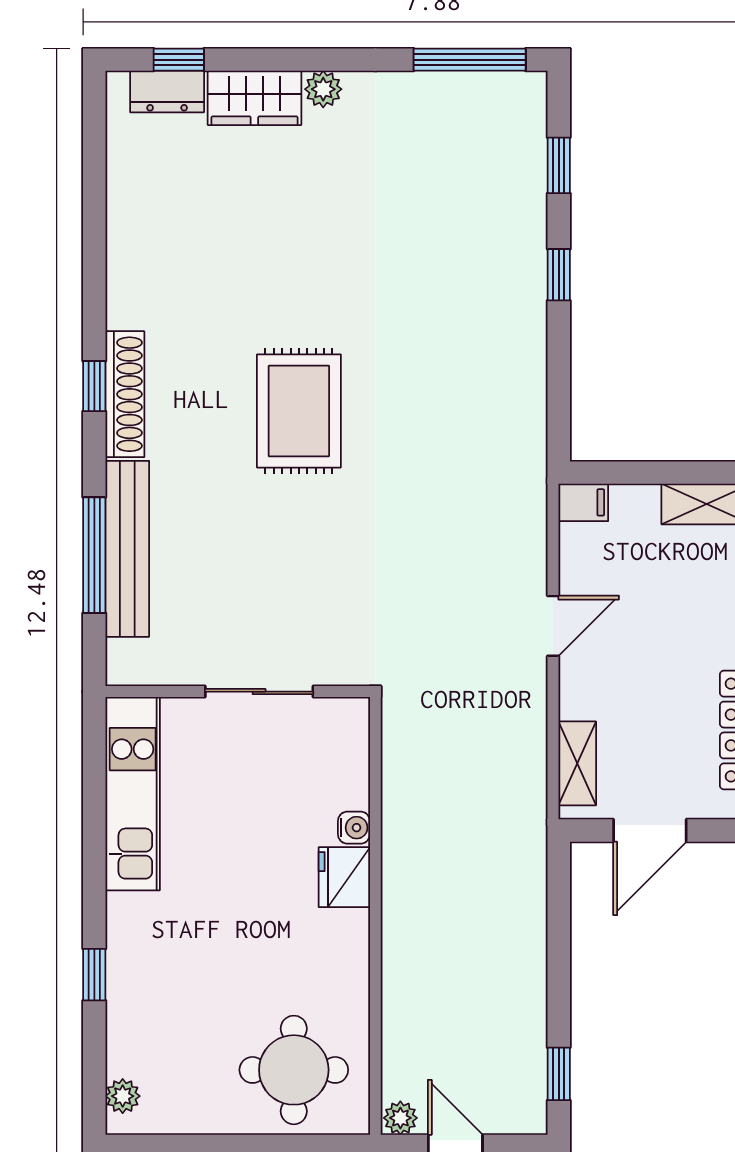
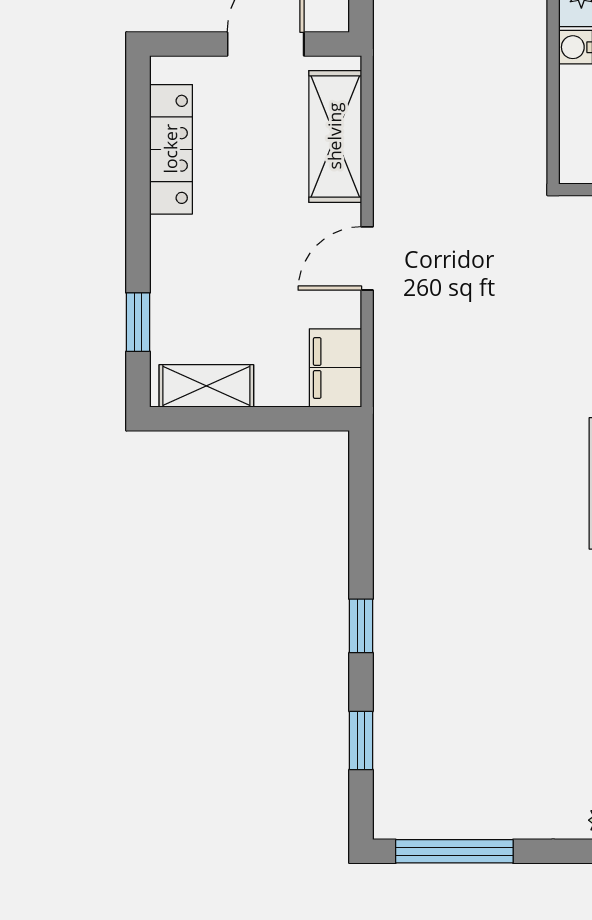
filing cabinet: (583, 502) -> (335, 368), width x2.00
shelving: (577, 763) -> (335, 136), width x1.50, depth x1.33

